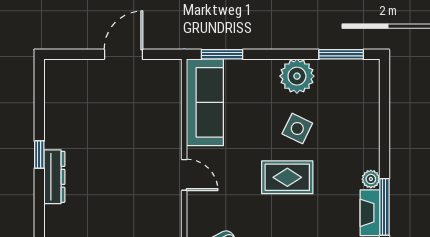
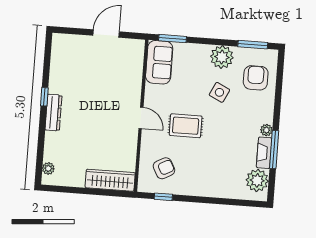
sofa: (205, 102) -> (159, 62), width x0.73
armchair: (349, 103) -> (256, 78), added
rug: (287, 177) -> (186, 126), moved

